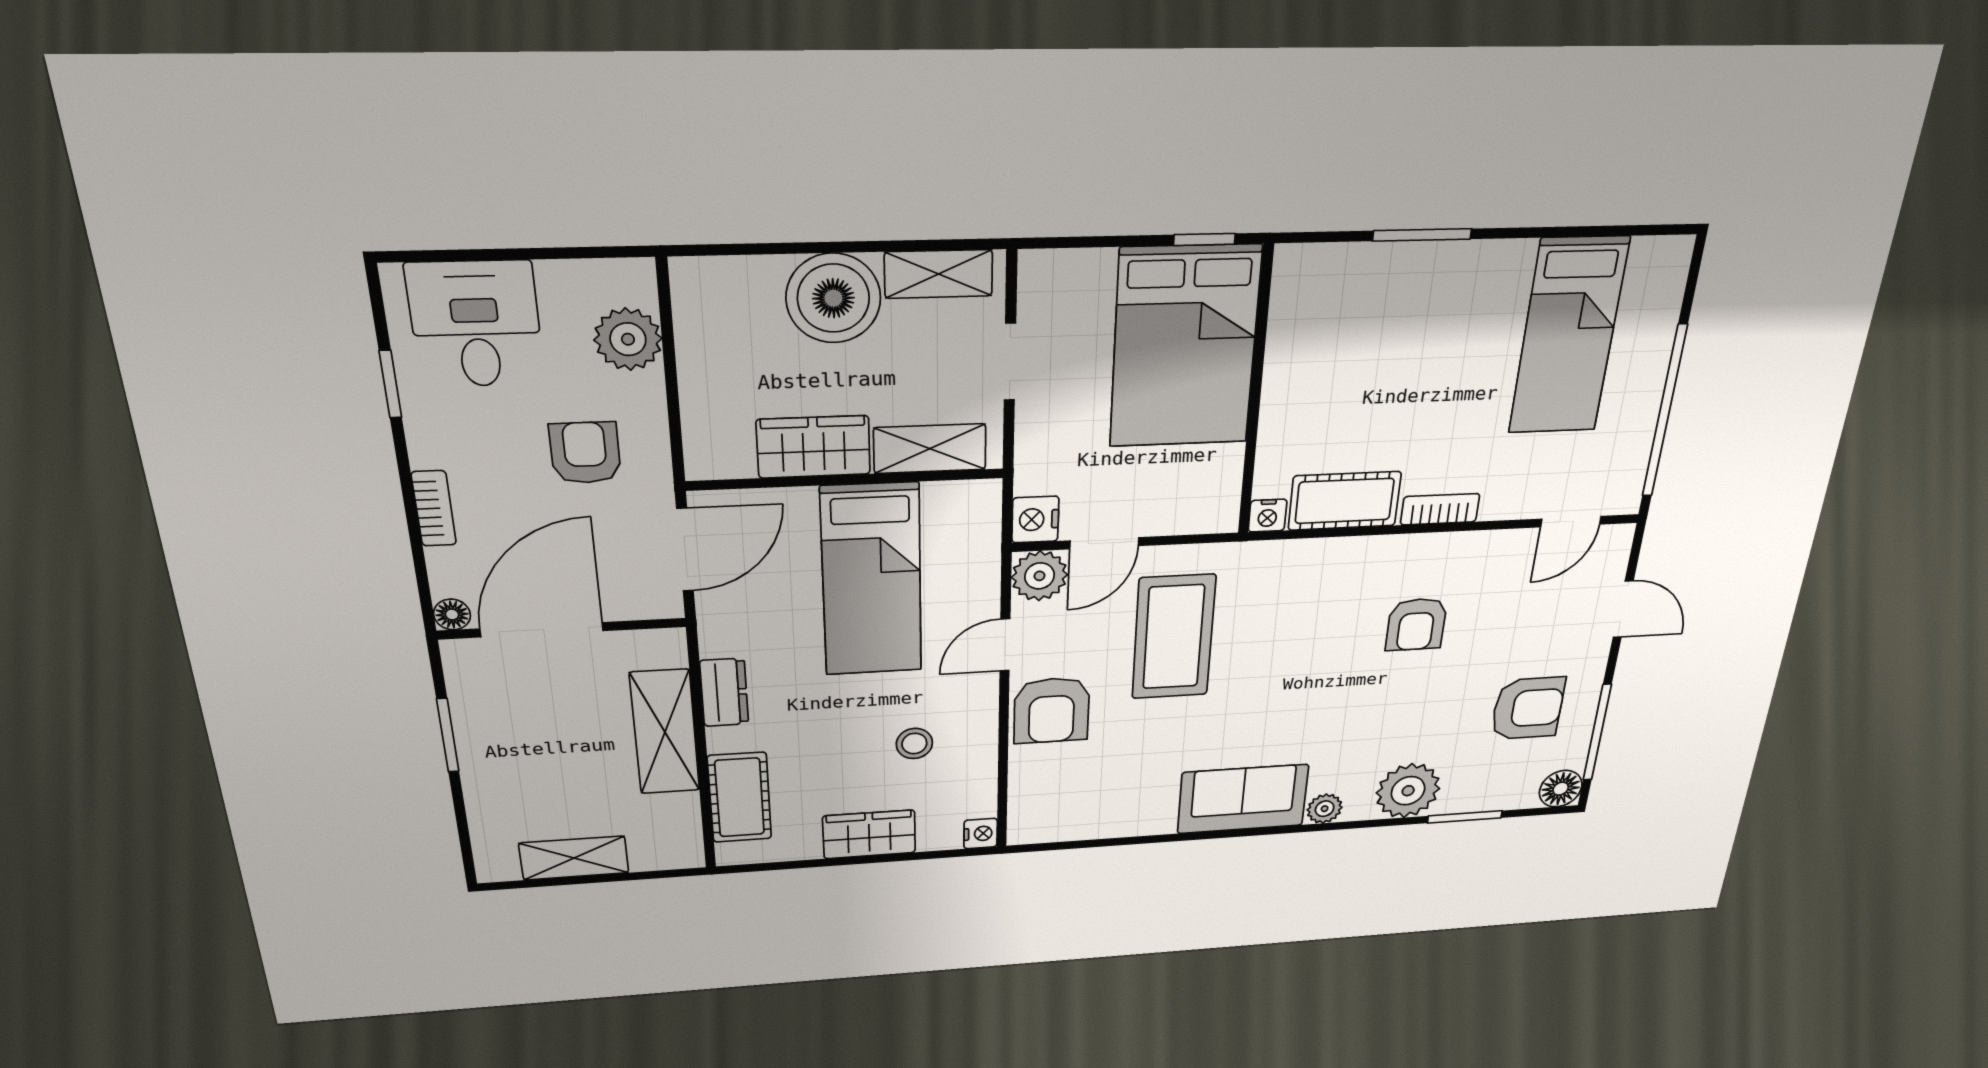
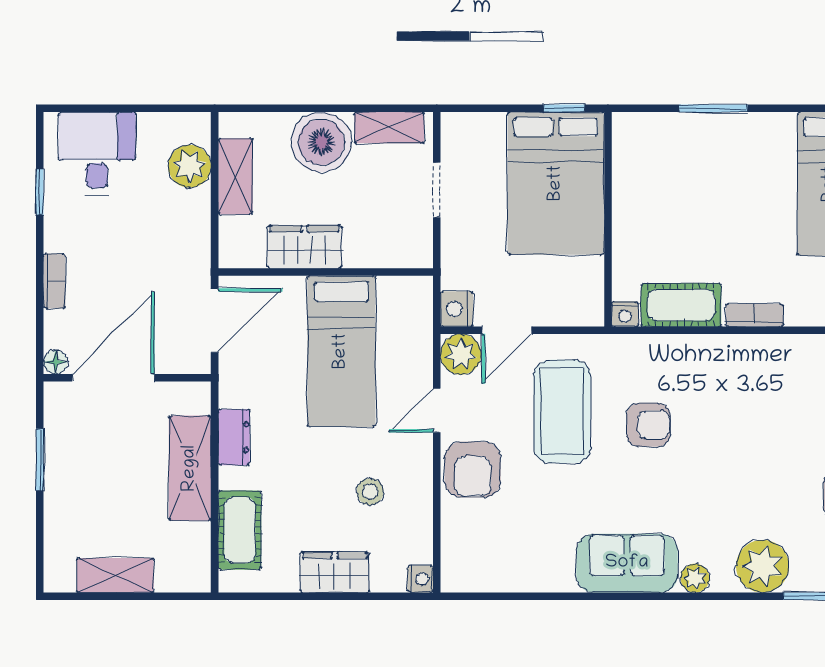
shelving: (930, 449) -> (235, 176), moved, turned 90
armchair: (585, 453) -> (155, 245), removed
armchair: (1416, 624) -> (648, 425), moved, turned -90

